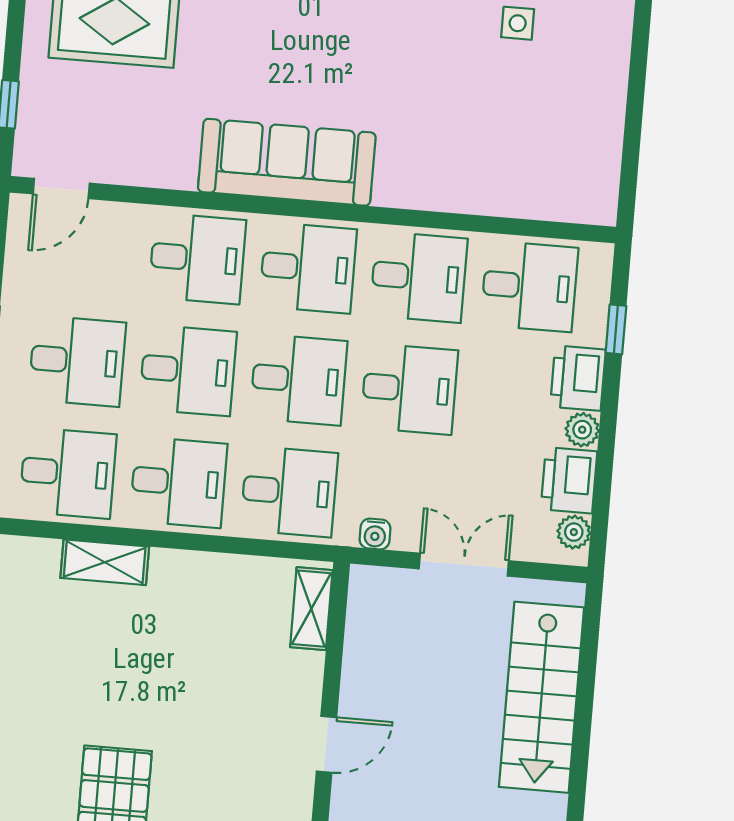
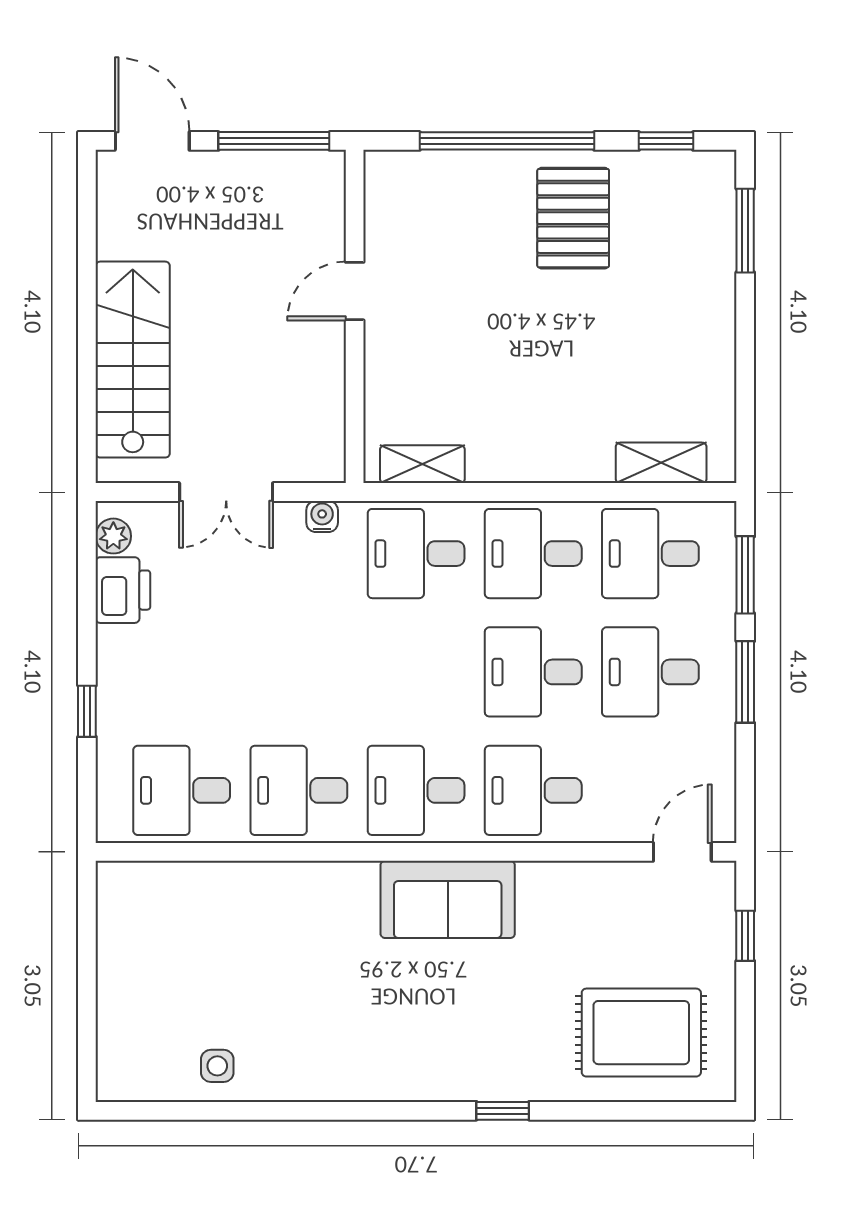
sofa: (287, 162) -> (448, 899), width x0.73
window: (616, 329) -> (87, 711), moved
printer: (578, 378) -> (123, 698), removed
desk: (299, 380) -> (416, 672), removed
desk: (409, 389) -> (299, 672), removed
plant: (582, 430) -> (114, 644), removed
shelving: (105, 562) -> (661, 463), moved
shelving: (311, 609) -> (422, 464), moved, turned 90

